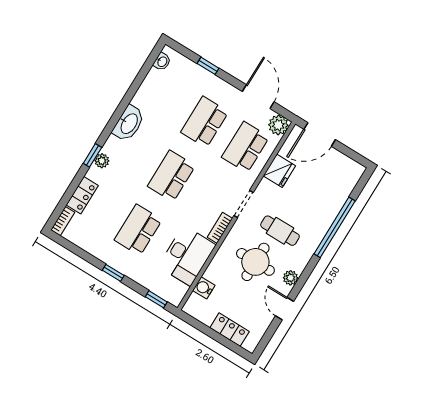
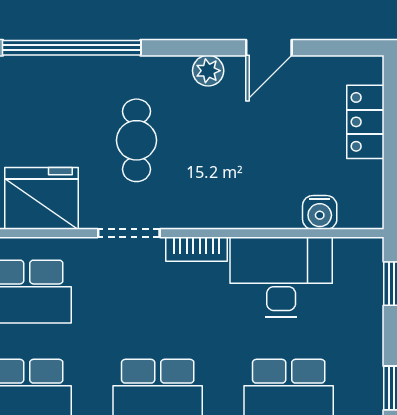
fridge: (279, 171) -> (41, 198), width x1.36, depth x1.34
round table: (255, 262) -> (218, 150), removed

